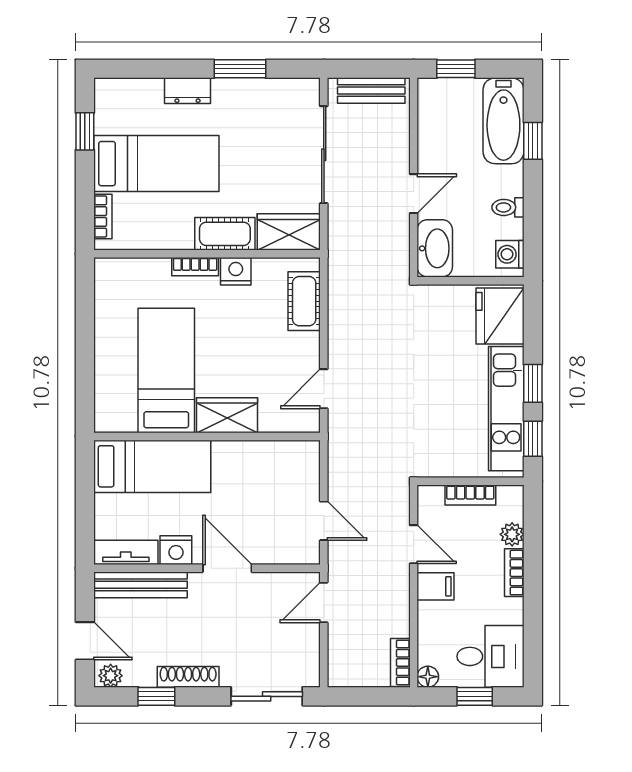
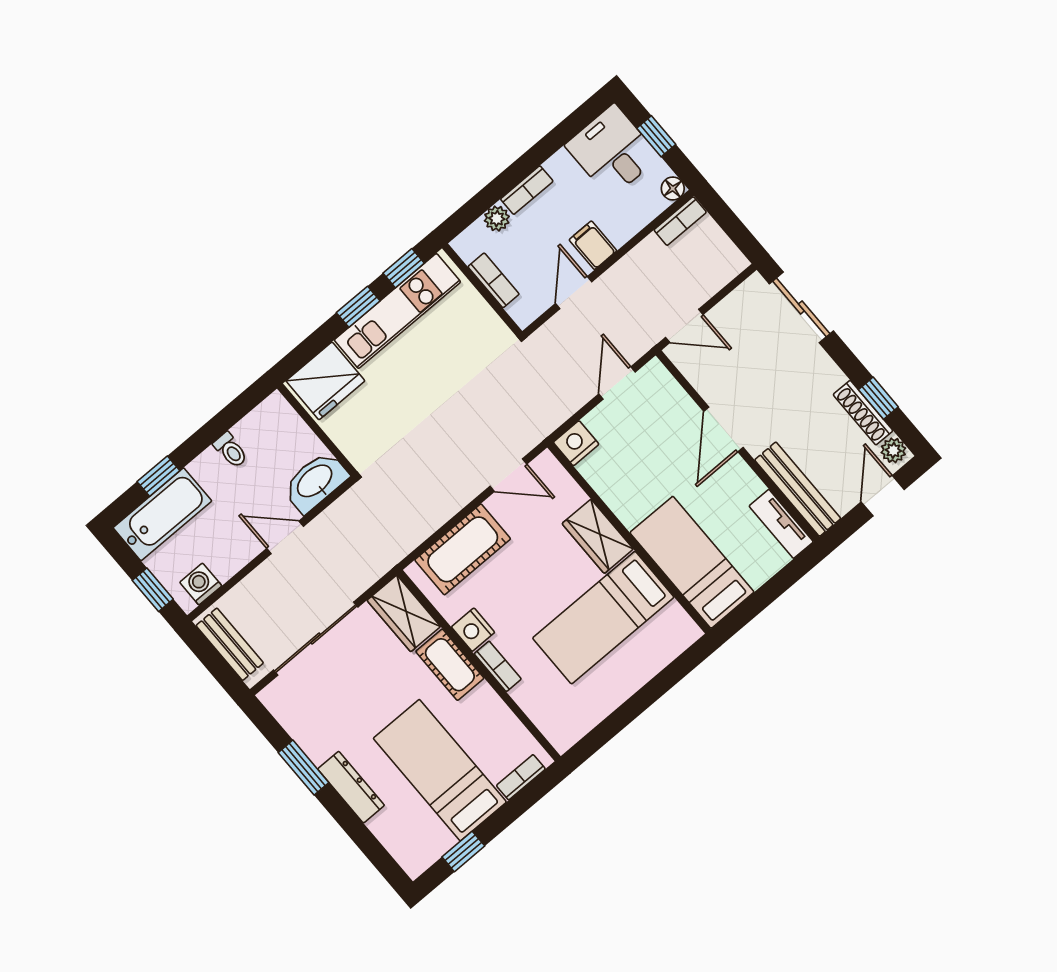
dresser: (187, 91) -> (351, 787), width x1.44
washing machine: (510, 254) -> (201, 584), moved, turned 180
cot: (304, 301) -> (463, 549), width x1.37, depth x1.34
nightstand: (176, 550) -> (576, 443), moved, turned -90
shoe rack: (188, 677) -> (863, 413), moved

